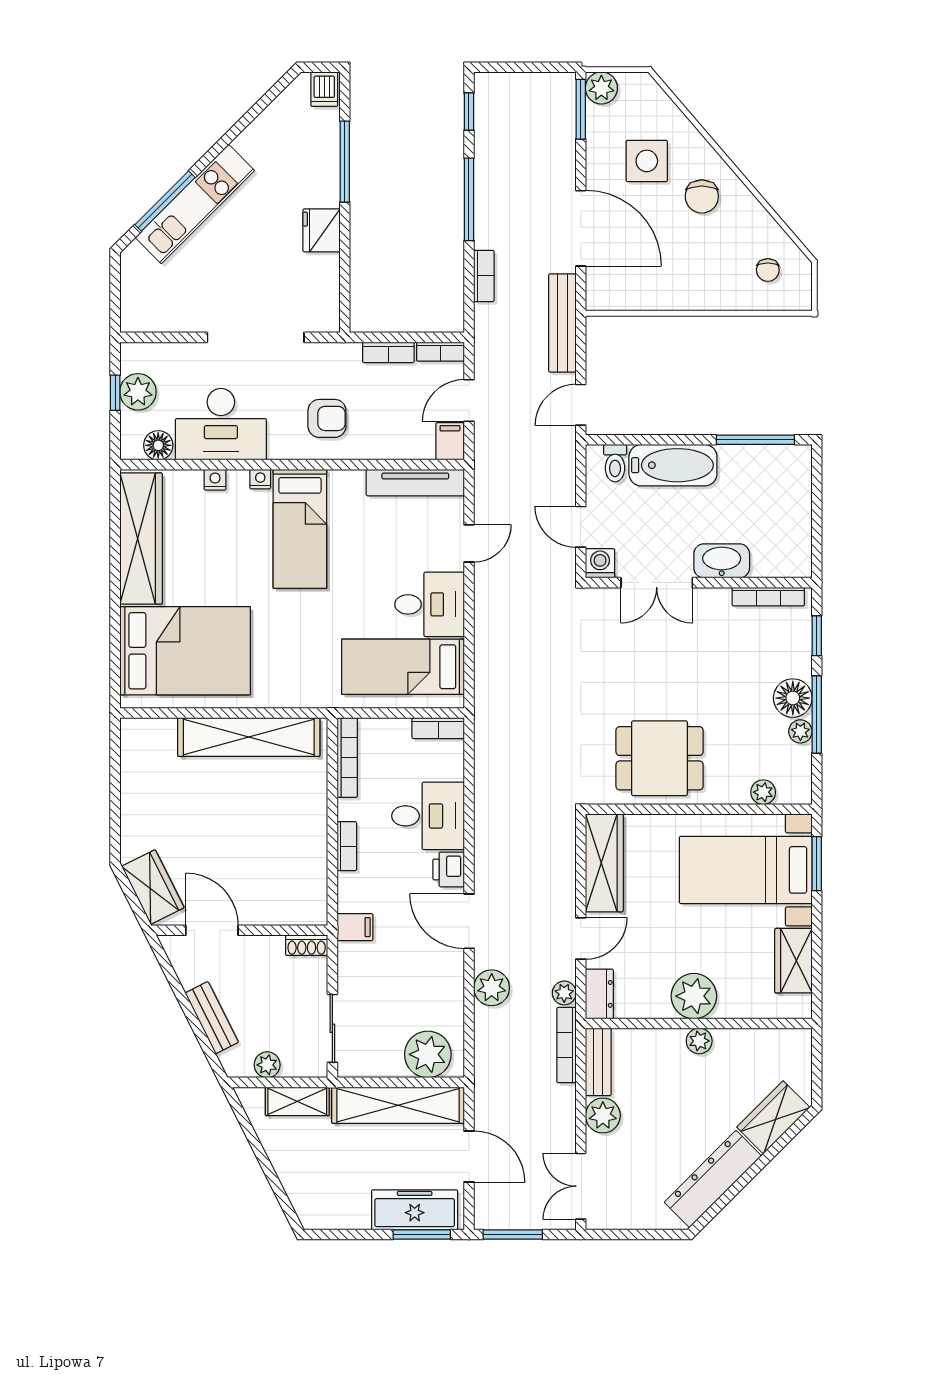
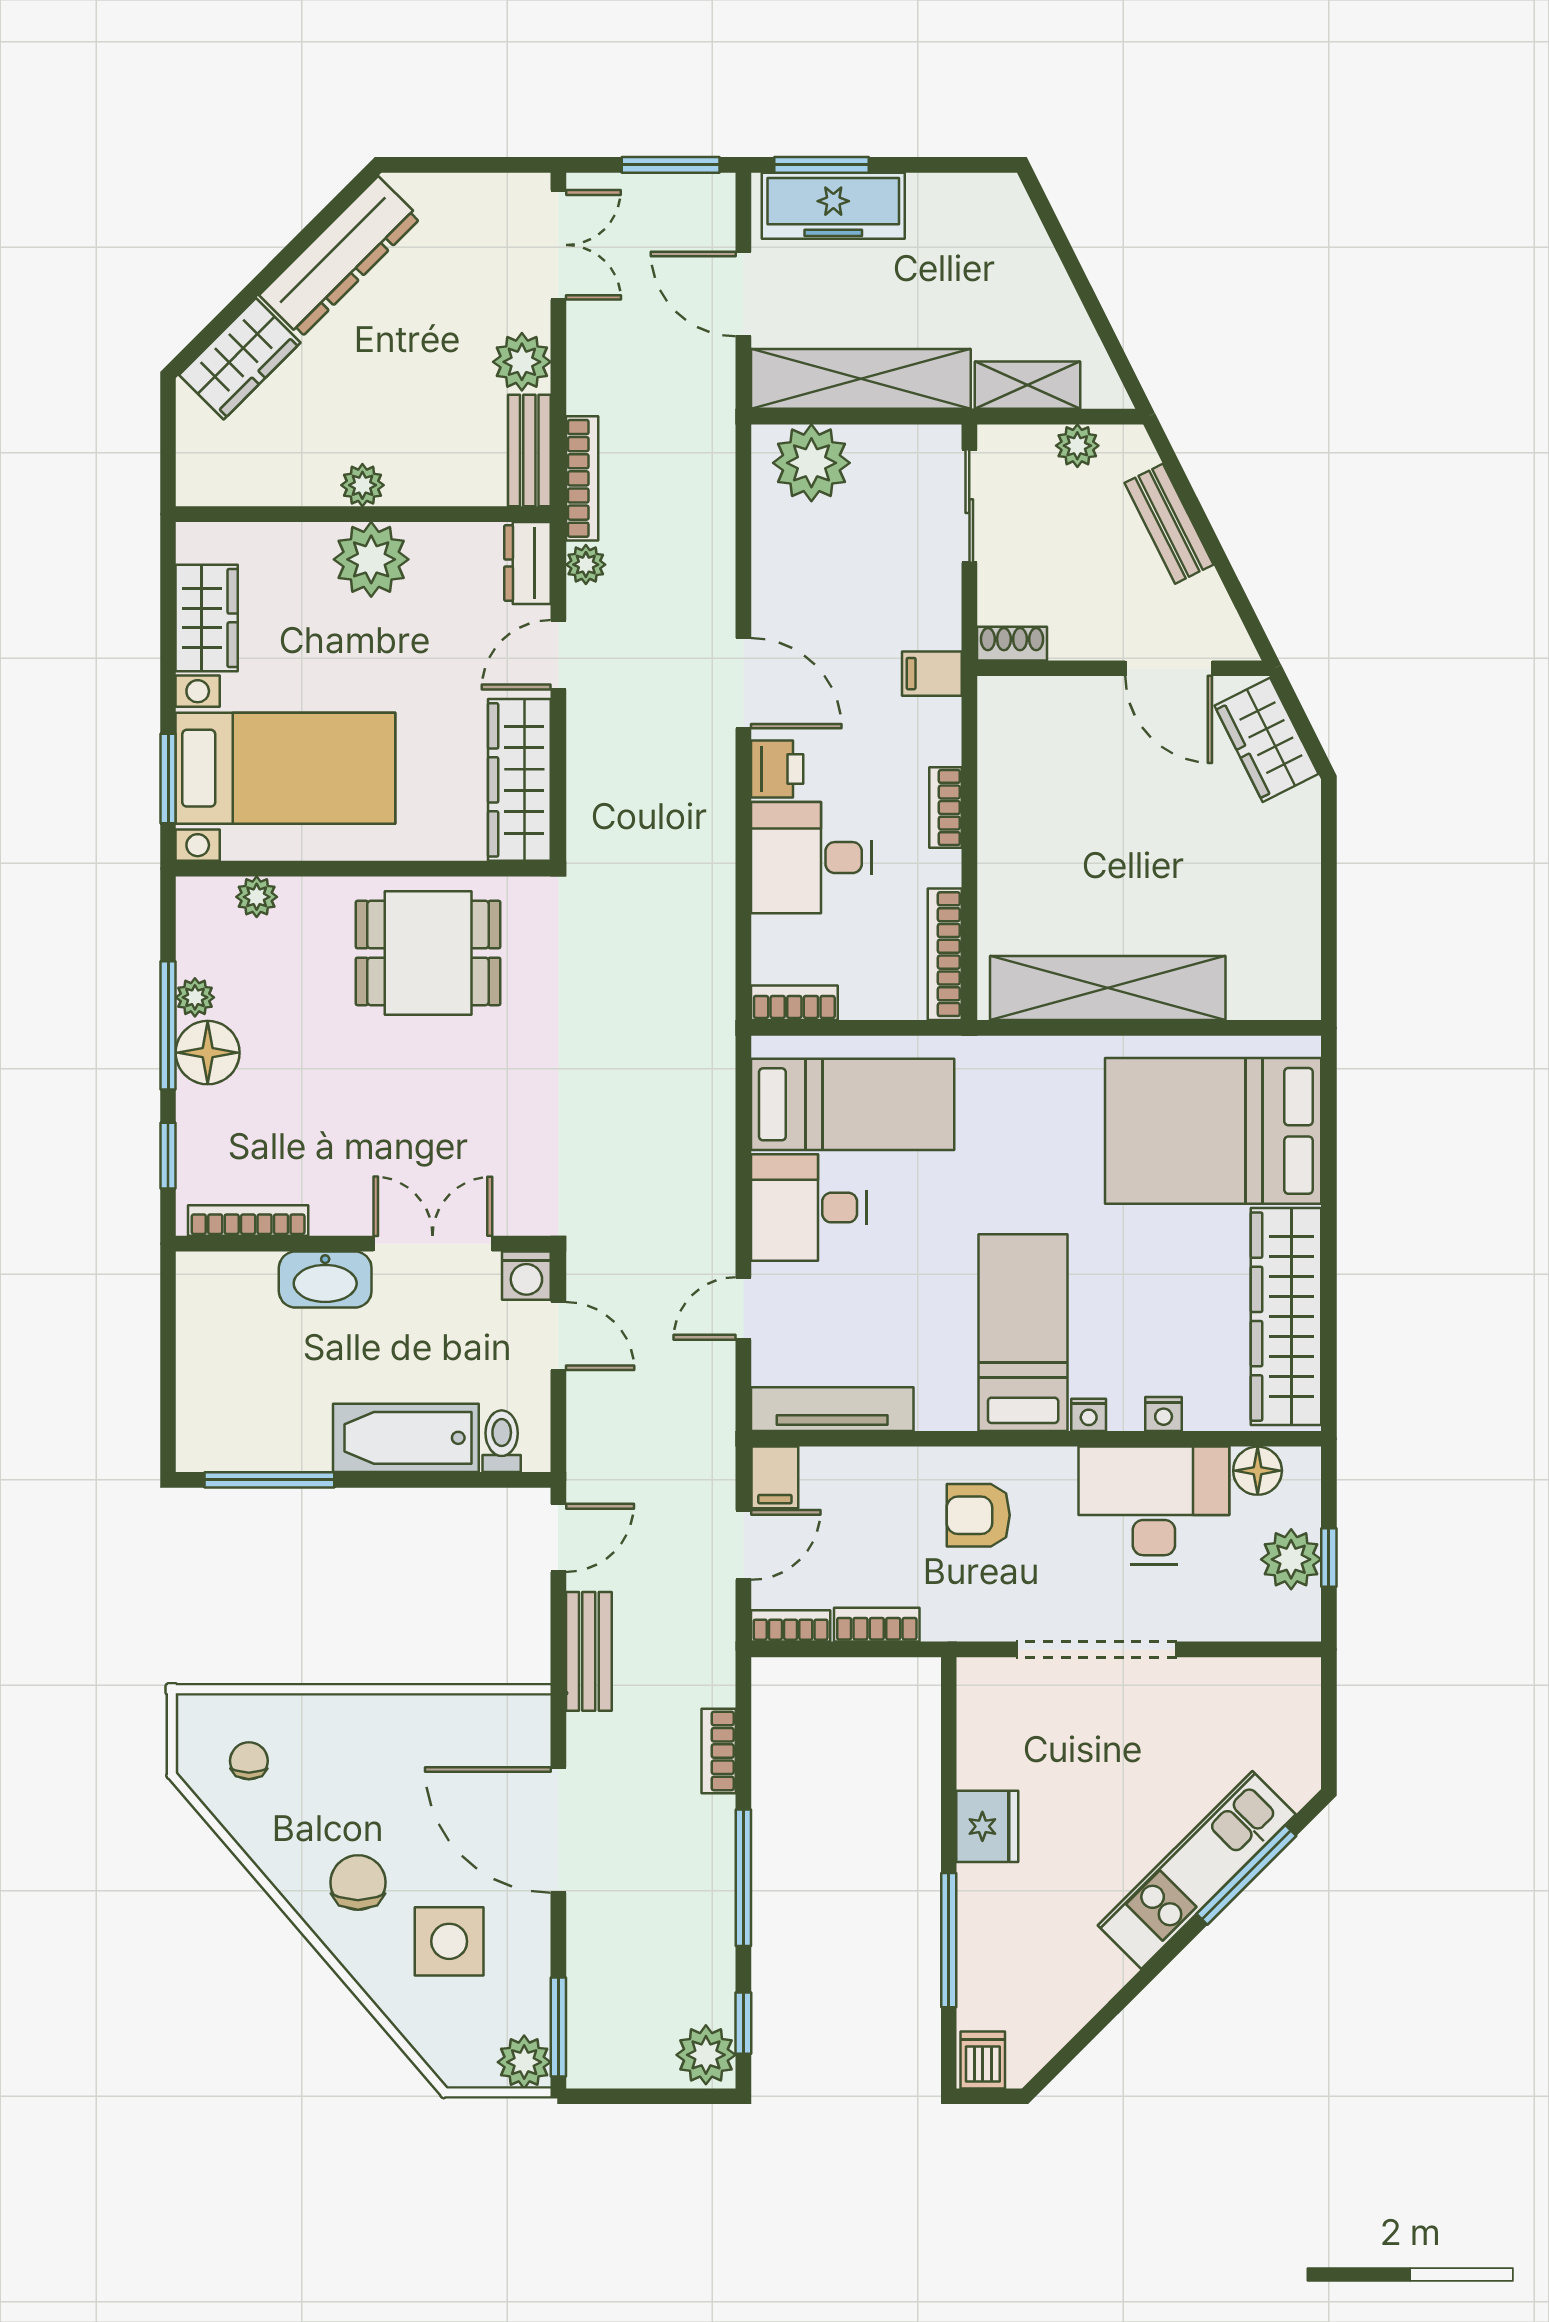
bench: (562, 323) -> (589, 1651), width x0.73
plant: (492, 988) -> (706, 2055), moved

